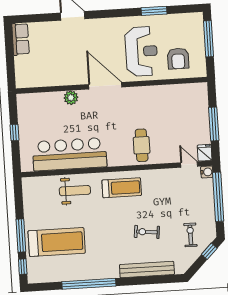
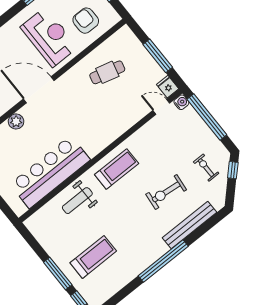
armchair: (178, 58) -> (86, 21), turned 180
cafe table: (142, 145) -> (107, 72), moved, turned -75
weight bench: (75, 191) -> (77, 201), turned 180
exercise bike: (147, 232) -> (166, 192), width x1.38, depth x1.39
treadmill: (57, 242) -> (93, 257), width x0.73, depth x0.73
window: (89, 284) -> (163, 261), moved

